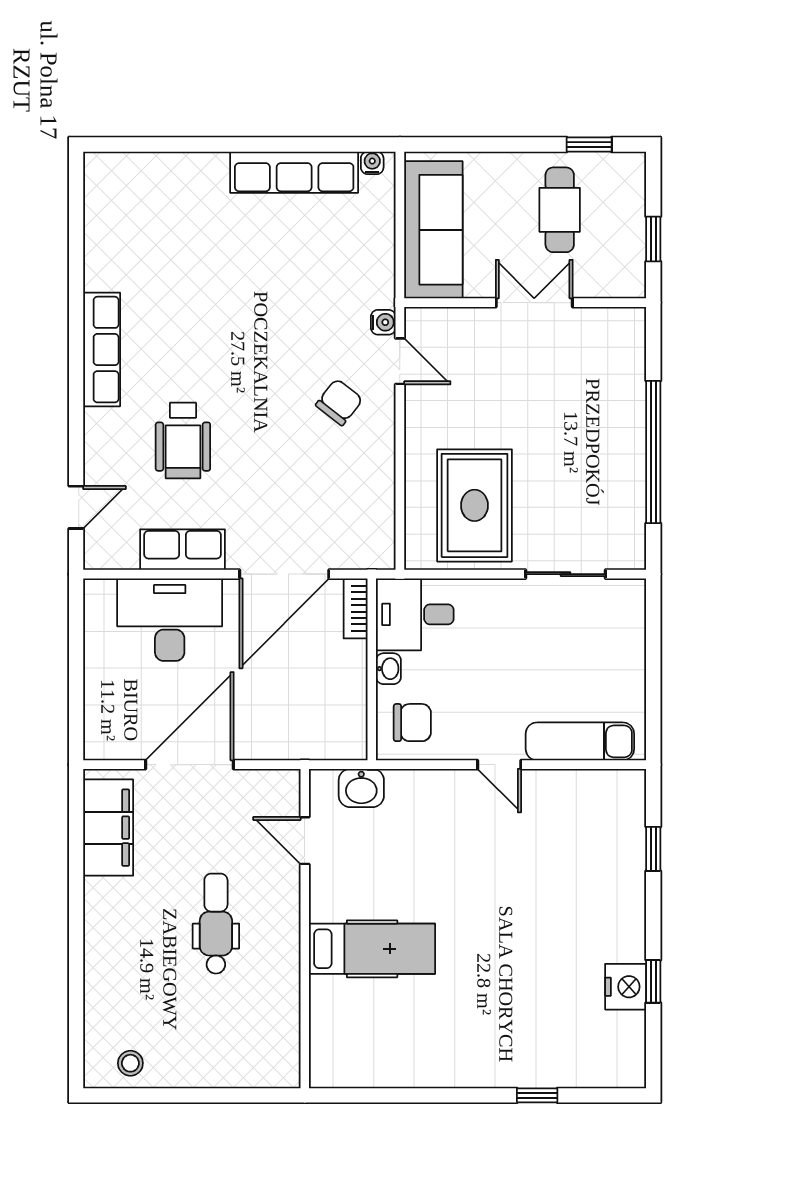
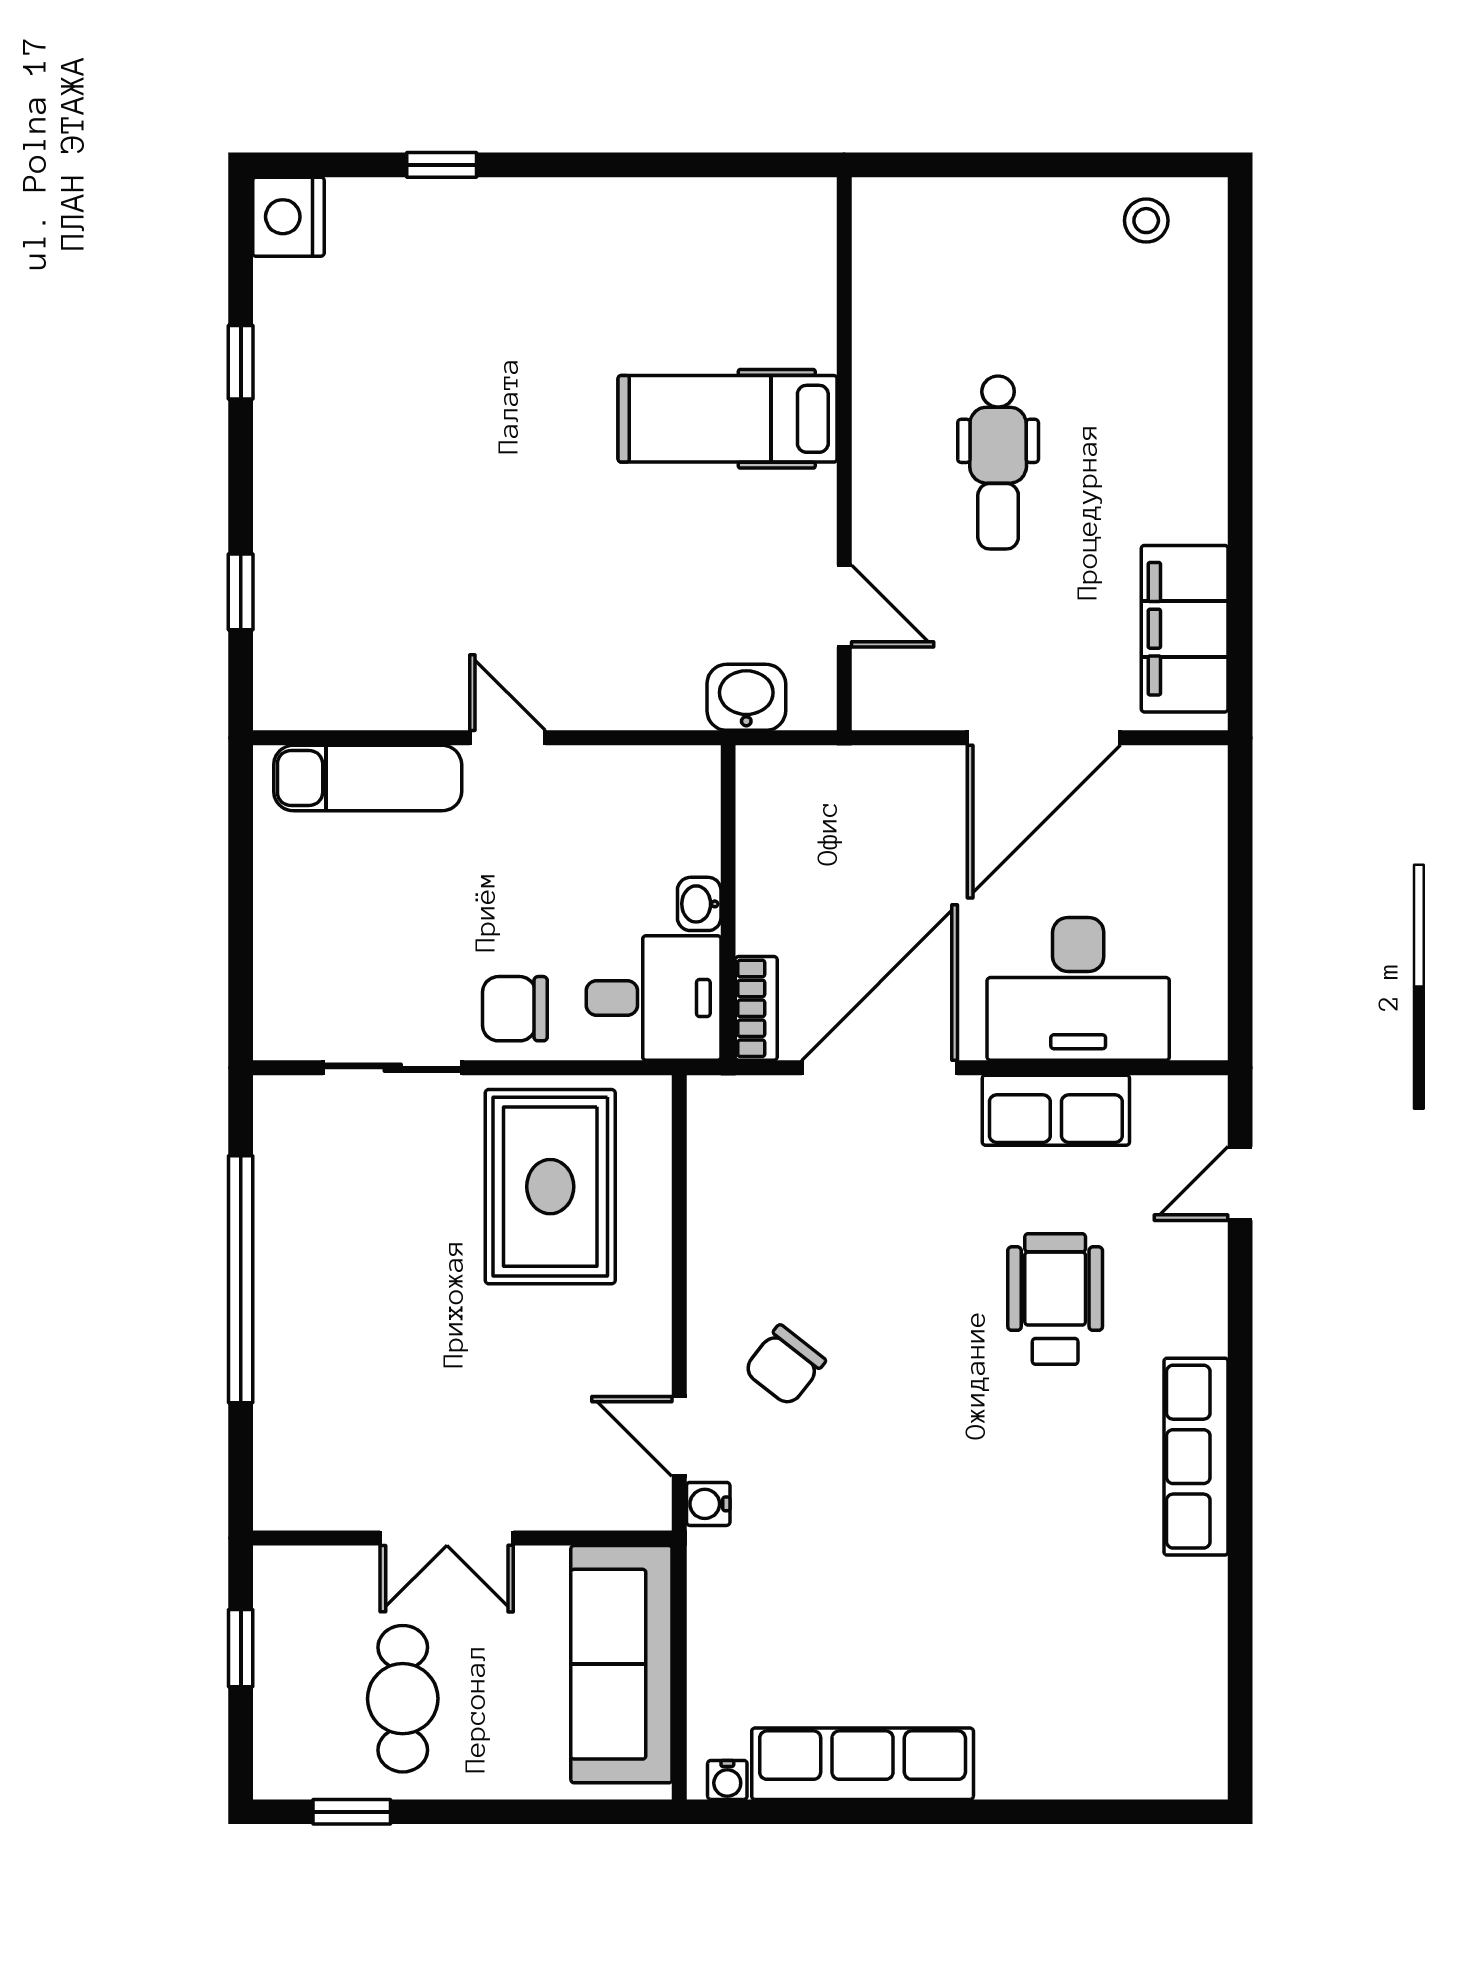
chair: (412, 723) -> (515, 1009), moved
nightstand: (626, 987) -> (288, 217), moved

